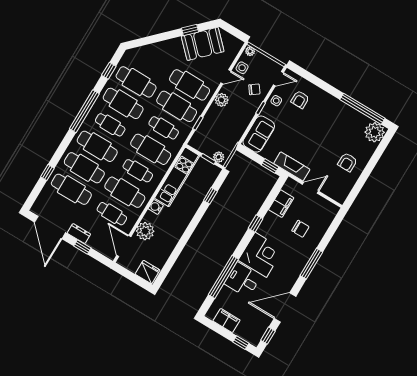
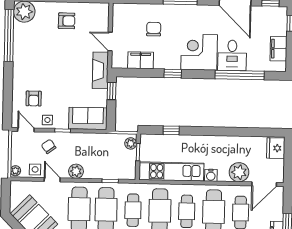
armchair: (300, 99) -> (34, 99), turned 90

